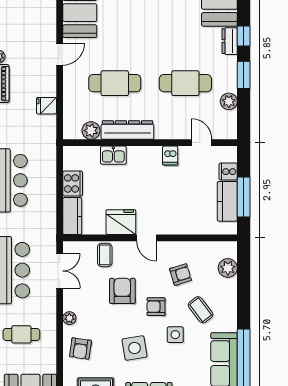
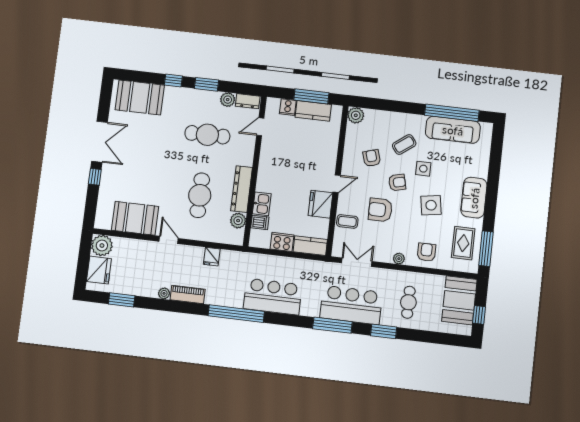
dresser: (230, 41) -> (248, 101), moved
cafe table: (185, 83) -> (207, 135), turned 90
dishwasher: (170, 156) -> (260, 222), moved
plant: (228, 268) -> (356, 115), moved
armchair: (156, 307) -> (397, 182), turned -104
armchair: (80, 349) -> (426, 252), turned -98

